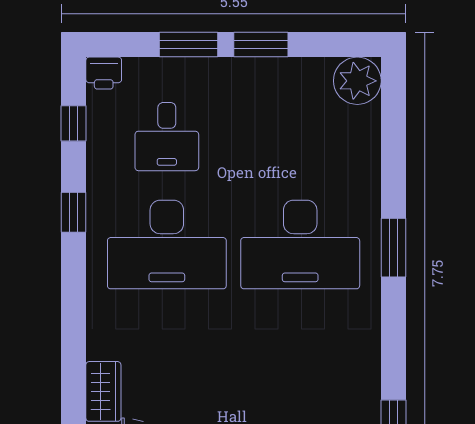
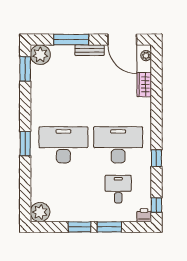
window: (74, 123) -> (156, 205), moved

